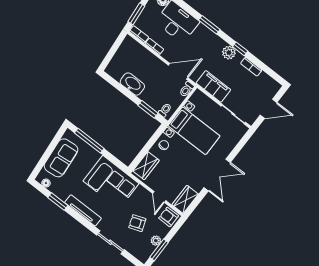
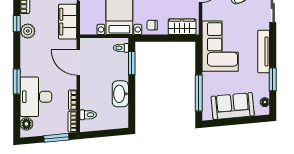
window: (209, 25) -> (17, 81), moved
toilet: (187, 89) -> (88, 115), moved

